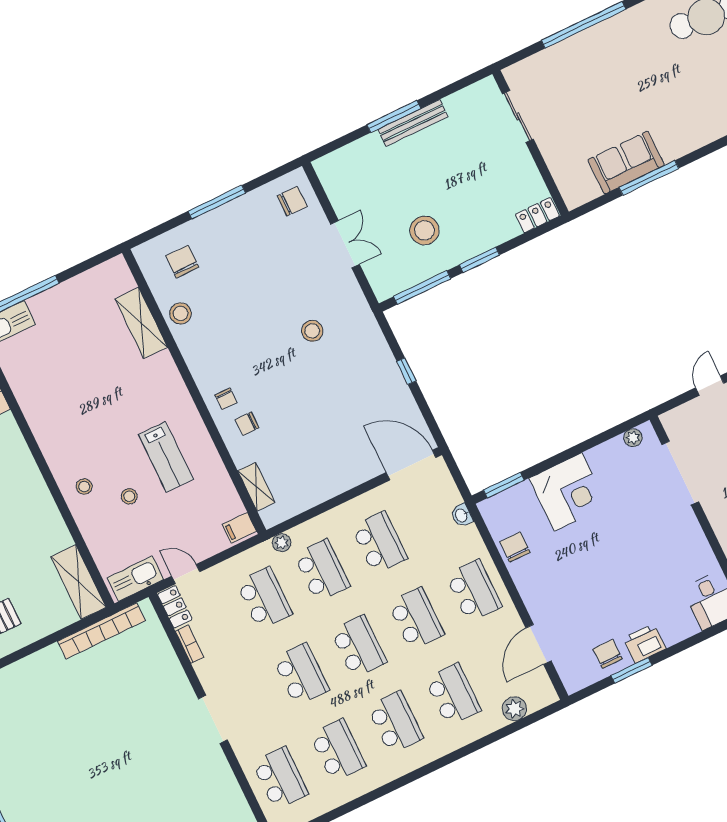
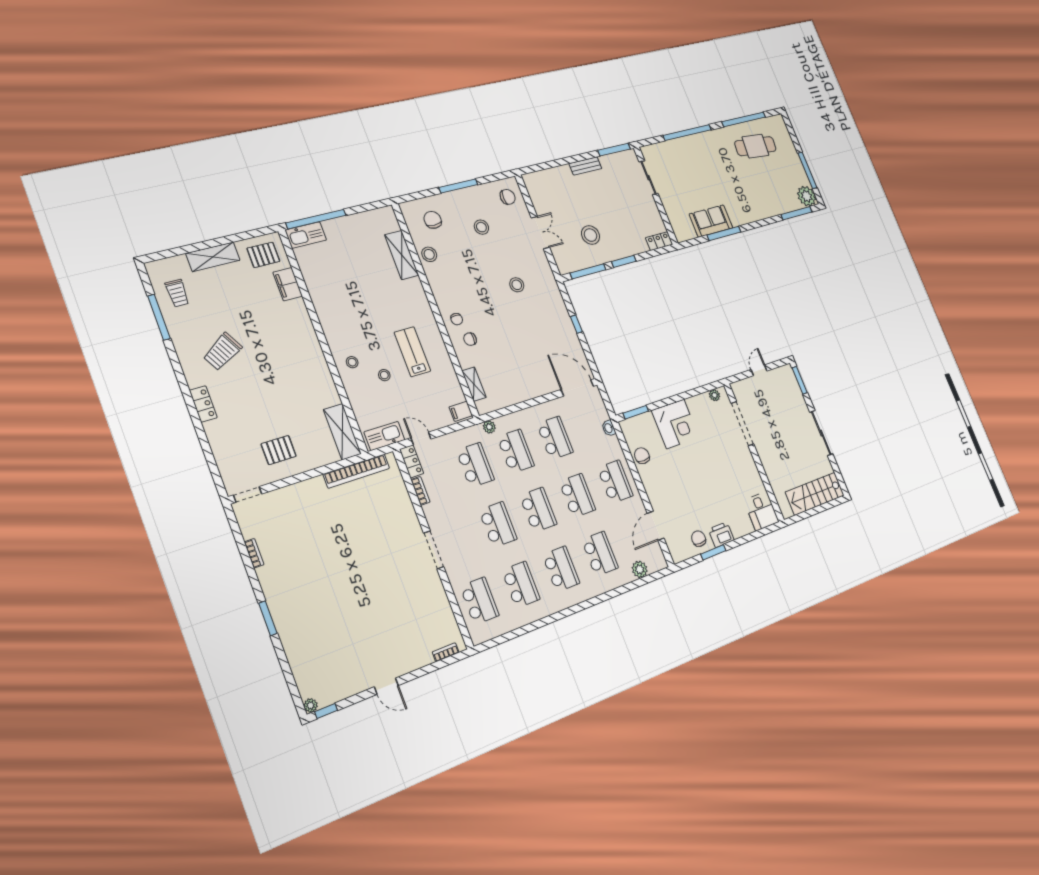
window: (394, 117) -> (614, 150), moved
bench: (413, 123) -> (585, 166), width x0.73
stool: (255, 256) -> (481, 227), added
lab bench: (166, 457) -> (412, 352), turned 180

